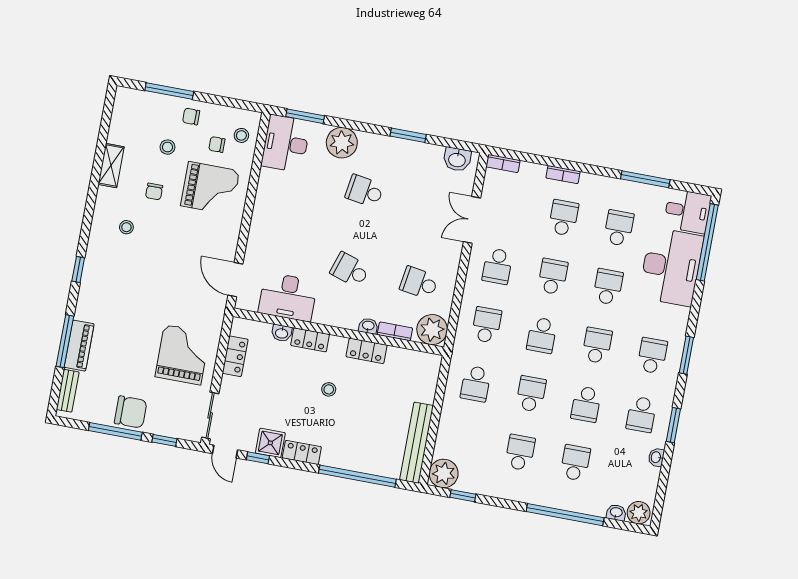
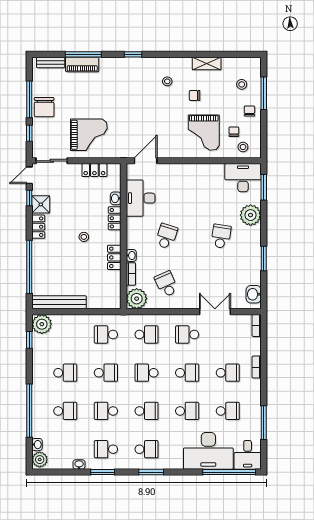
stool: (167, 147) -> (242, 84), moved
school desk: (419, 283) -> (166, 284), turned -33

